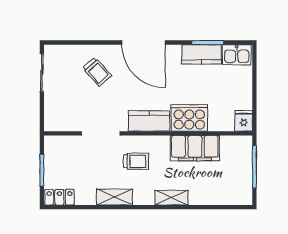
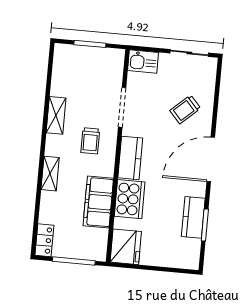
kitchen sink: (237, 55) -> (143, 61), moved, turned -90
fridge: (244, 121) -> (126, 247), width x1.88, depth x1.34
locker: (59, 197) -> (44, 240), moved

